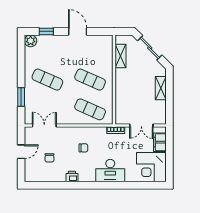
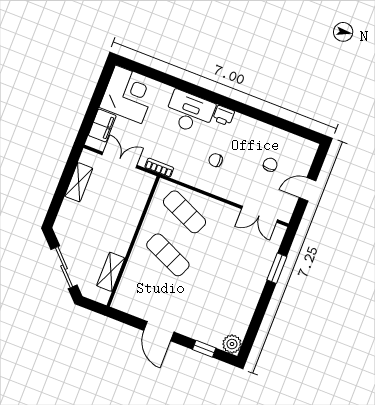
exercise mat: (47, 80) -> (229, 279), removed
shelving: (161, 88) -> (79, 182), moved
printer: (72, 177) -> (224, 116), moved

